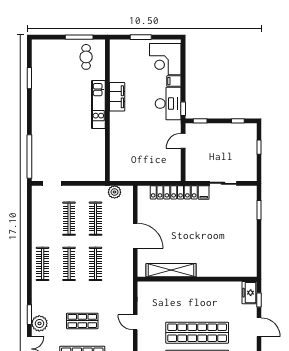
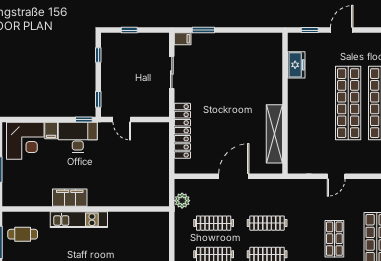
filing cabinet: (204, 192) -> (183, 39), moved
freezer: (249, 293) -> (296, 65), moved, turned -90

